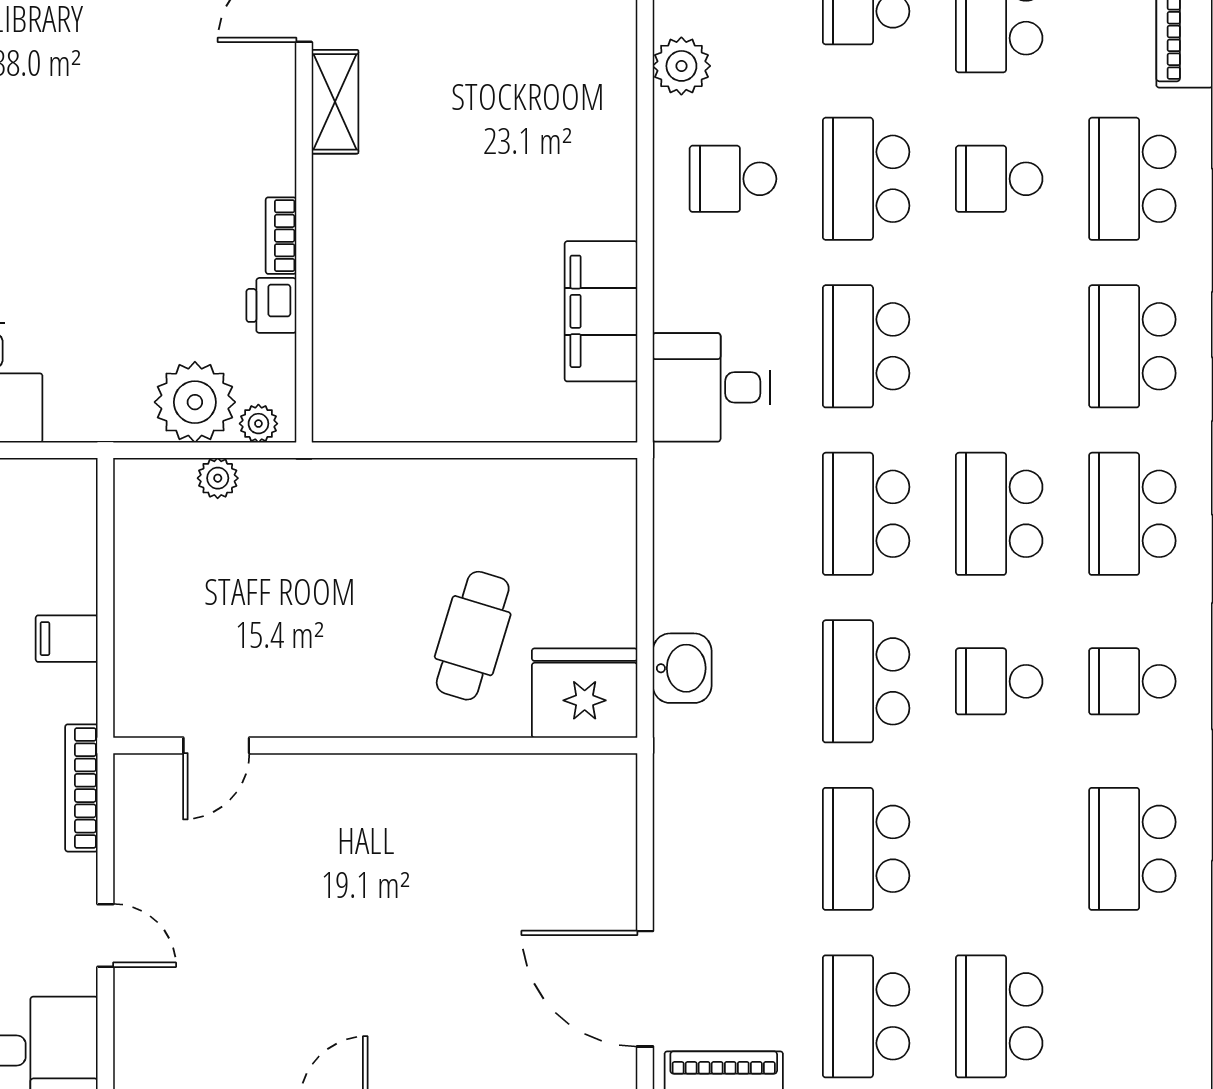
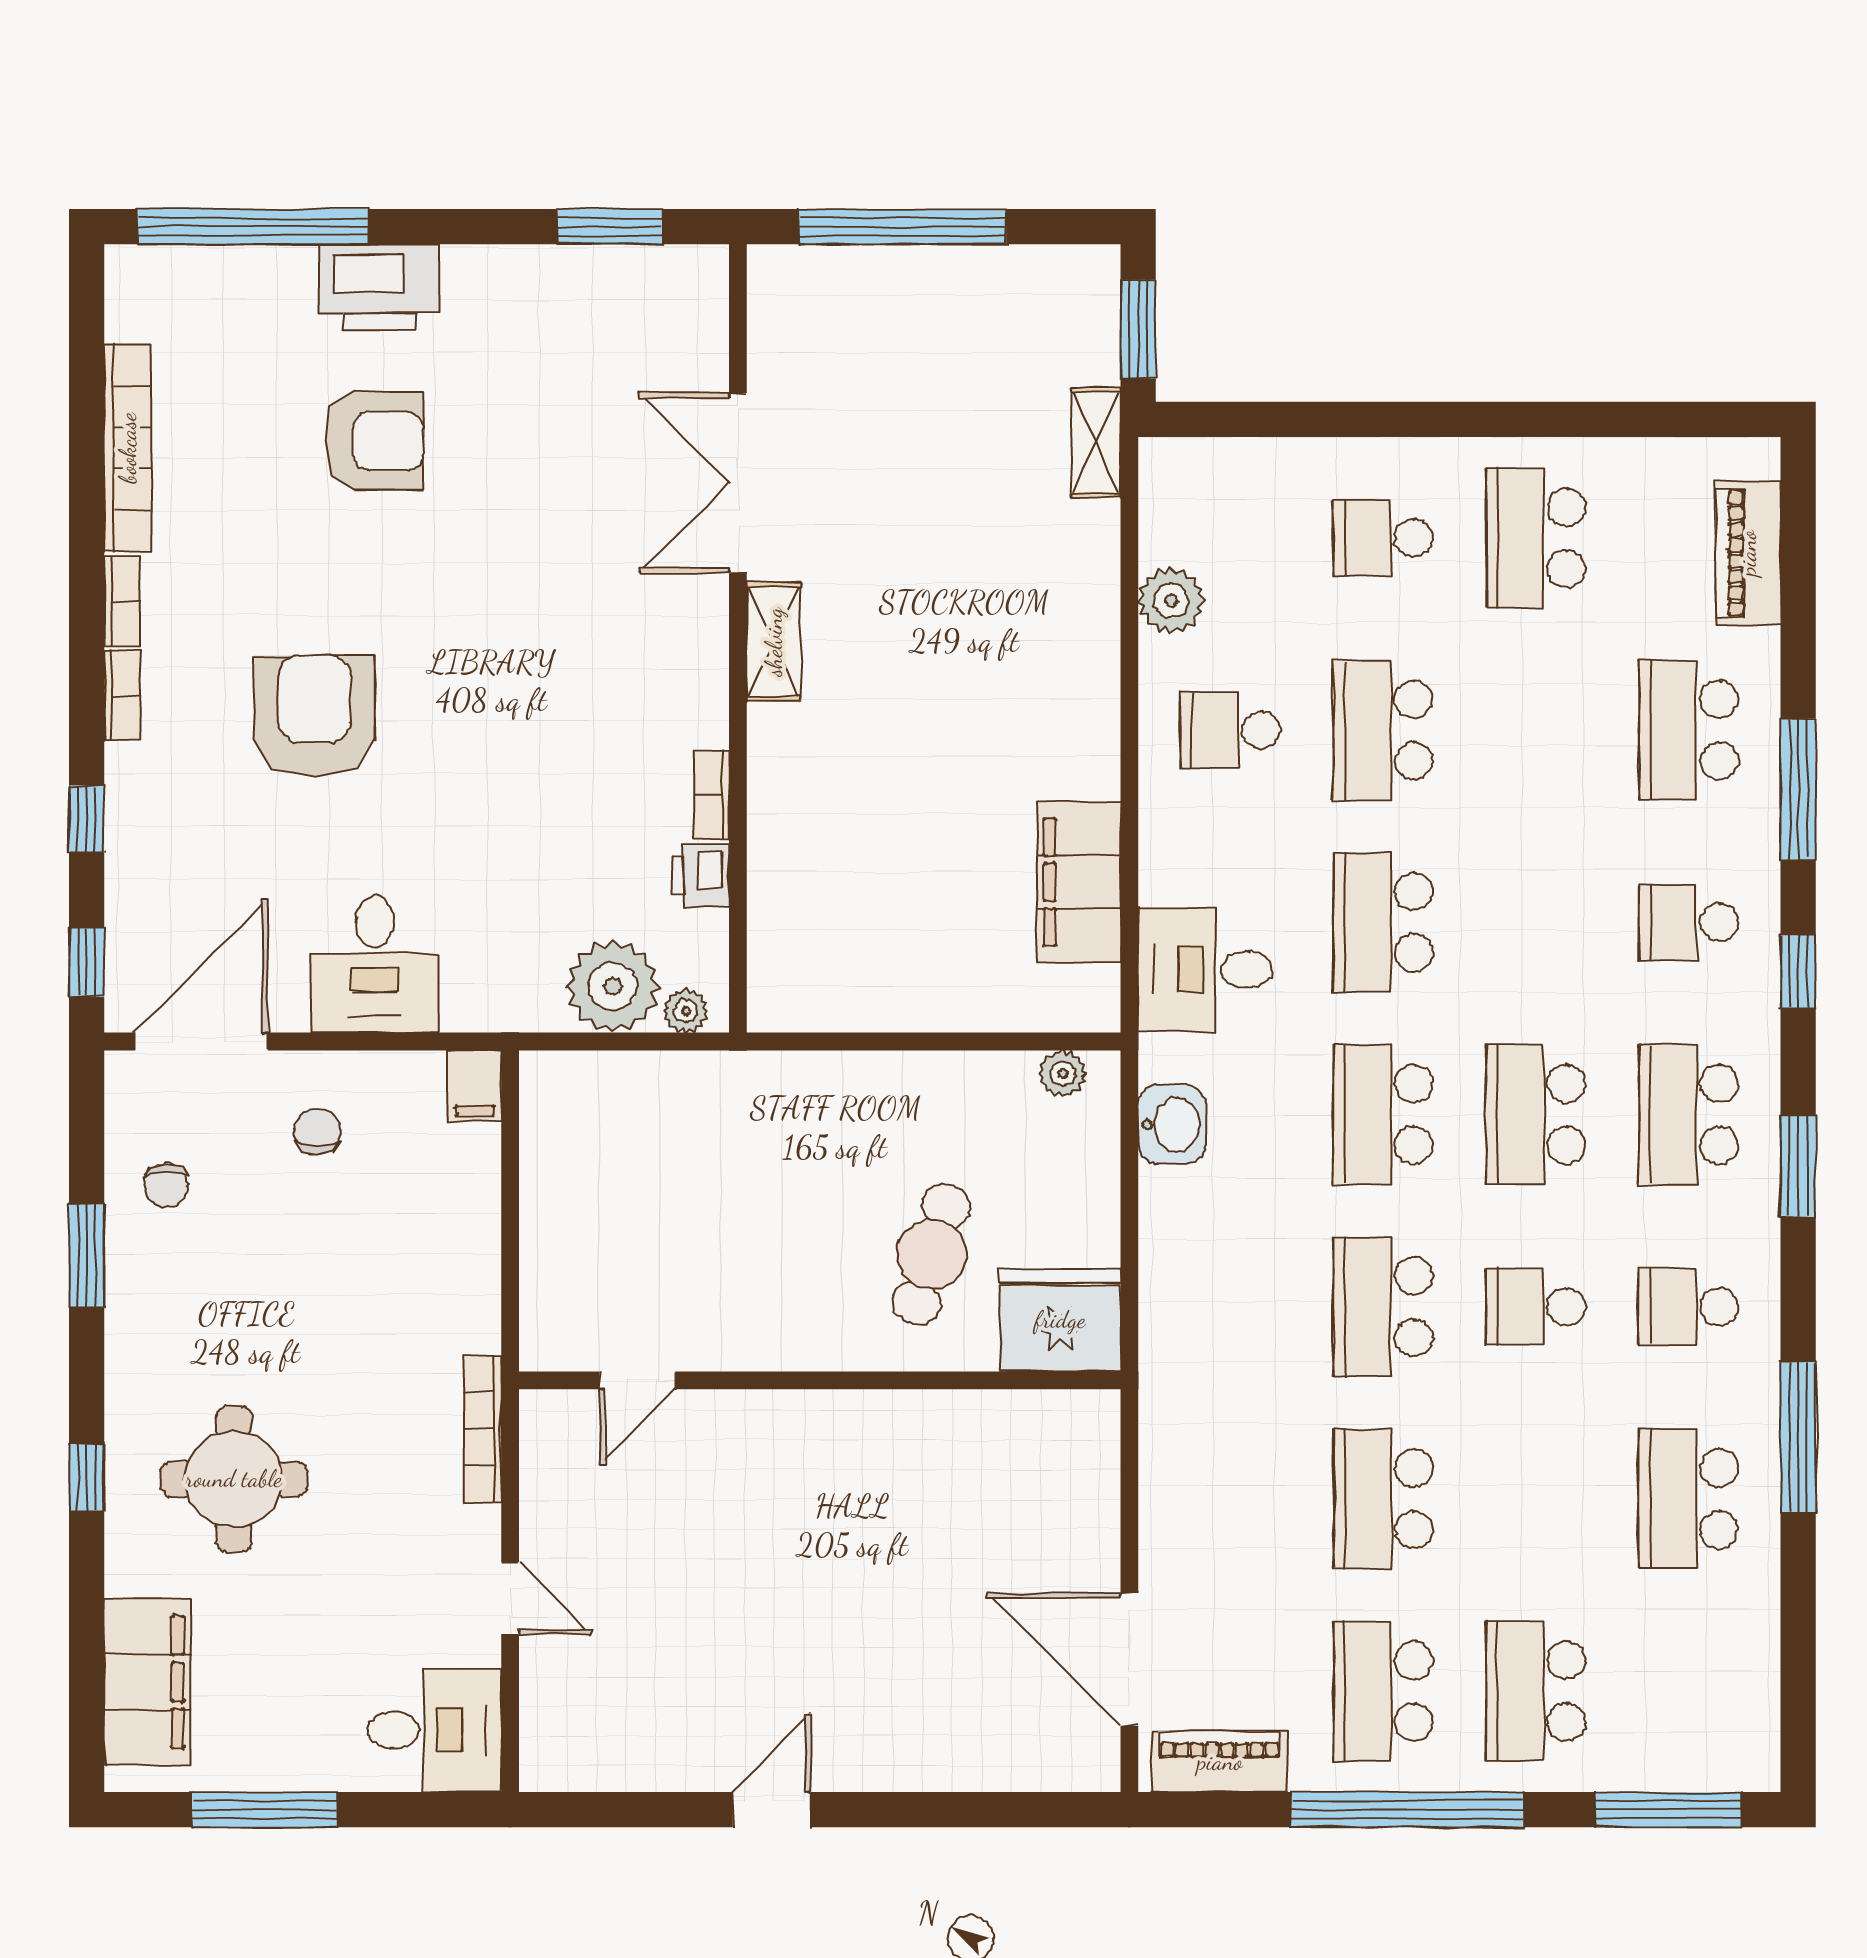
school desk: (999, 179) -> (1536, 730), removed
school desk: (1132, 346) -> (1688, 922), width x0.54
plant: (218, 478) -> (1063, 1074), moved
filing cabinet: (67, 639) -> (475, 1086), moved, turned -90
washbasin: (682, 668) -> (1172, 1124), moved

